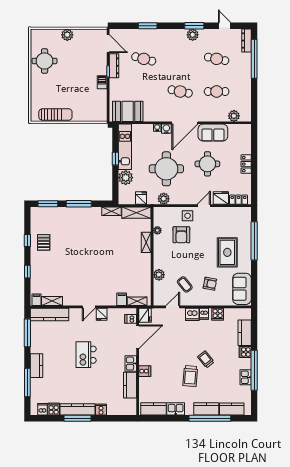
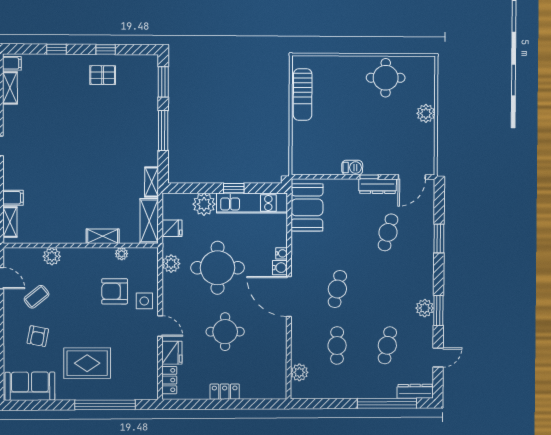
sofa: (213, 133) -> (274, 340), removed

